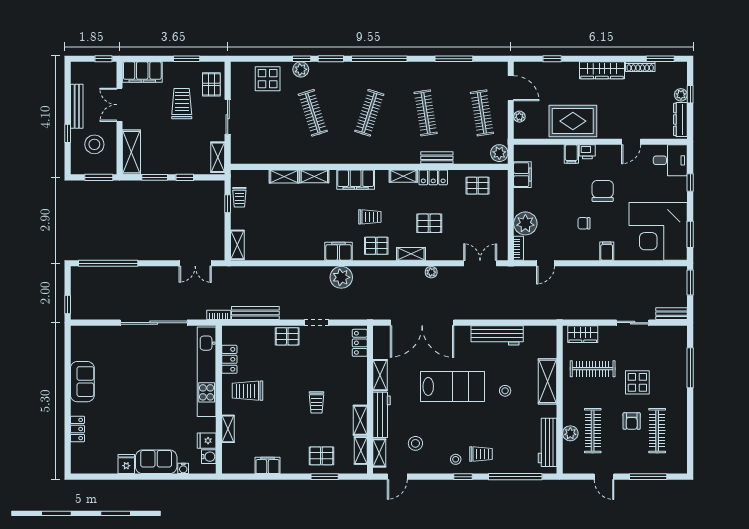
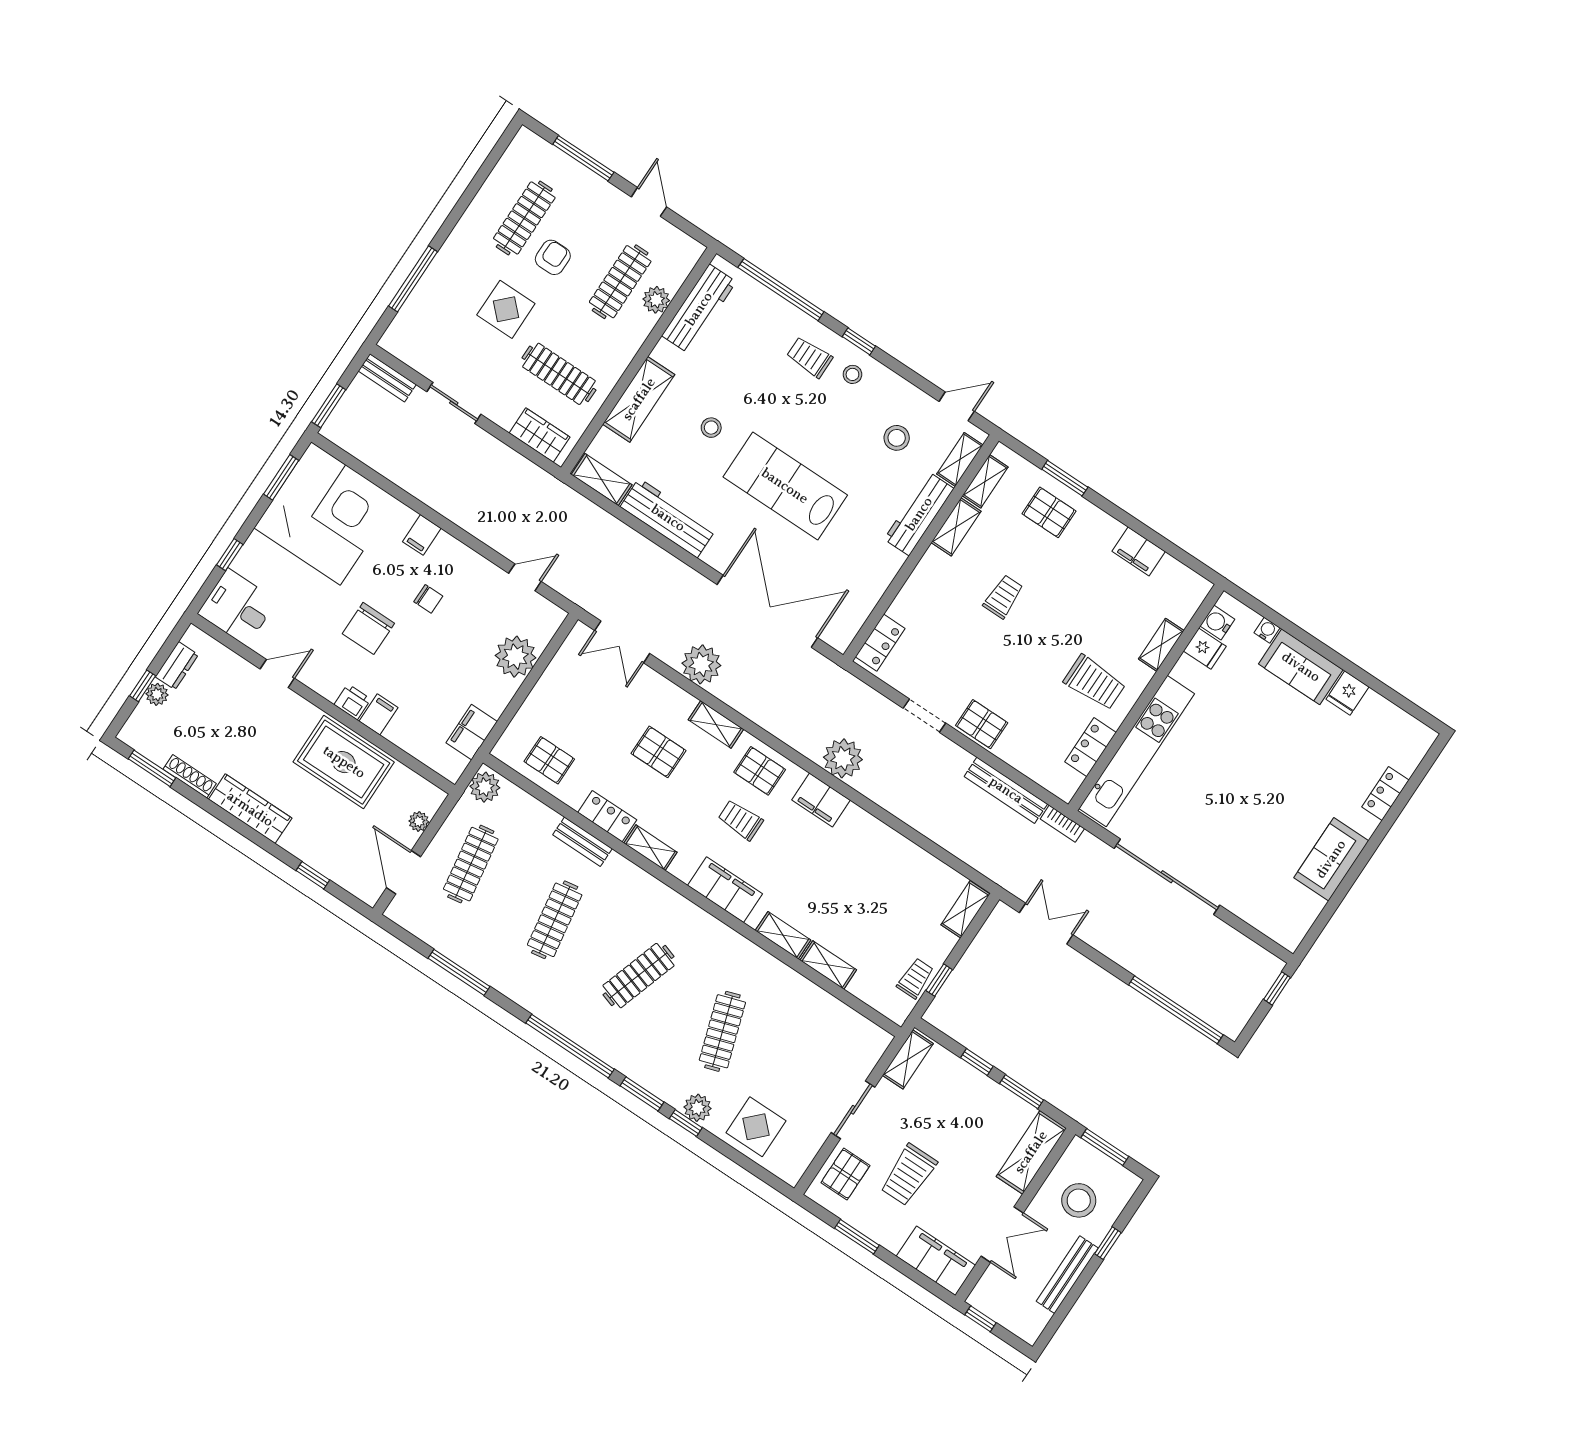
dresser: (680, 119) -> (177, 666), width x0.70
bookcase: (519, 248) -> (550, 626), removed
plant: (431, 272) -> (701, 664), width x1.88, depth x1.88
shelving: (380, 375) -> (602, 480), moved, turned 90

